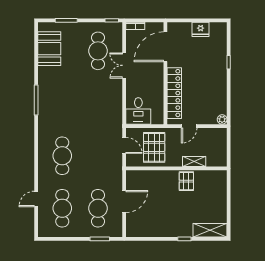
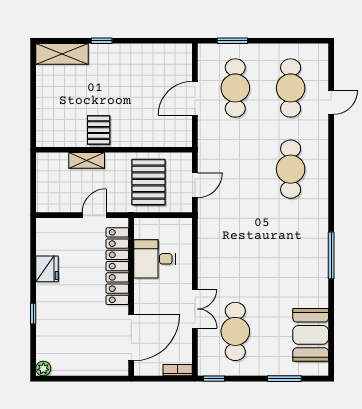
fridge: (201, 29) -> (47, 269), moved, turned 90
desk: (138, 111) -> (155, 259), moved, turned -90
plant: (222, 119) -> (43, 369), moved
door: (124, 145) -> (195, 185), swing flipped

